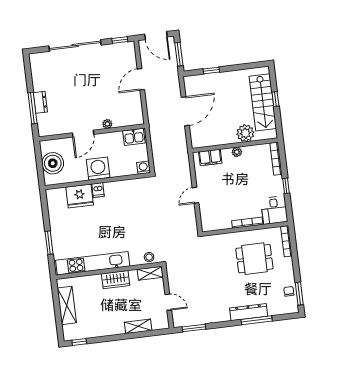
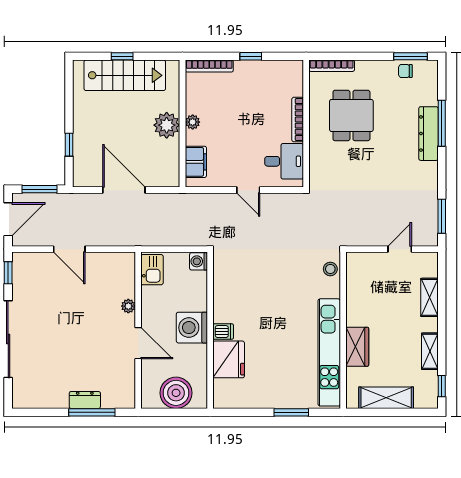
plant: (245, 133) -> (167, 125), moved
desk: (274, 210) -> (284, 161), moved
shelving: (150, 273) -> (430, 351), moved
wardrobe: (116, 280) -> (357, 347), moved

